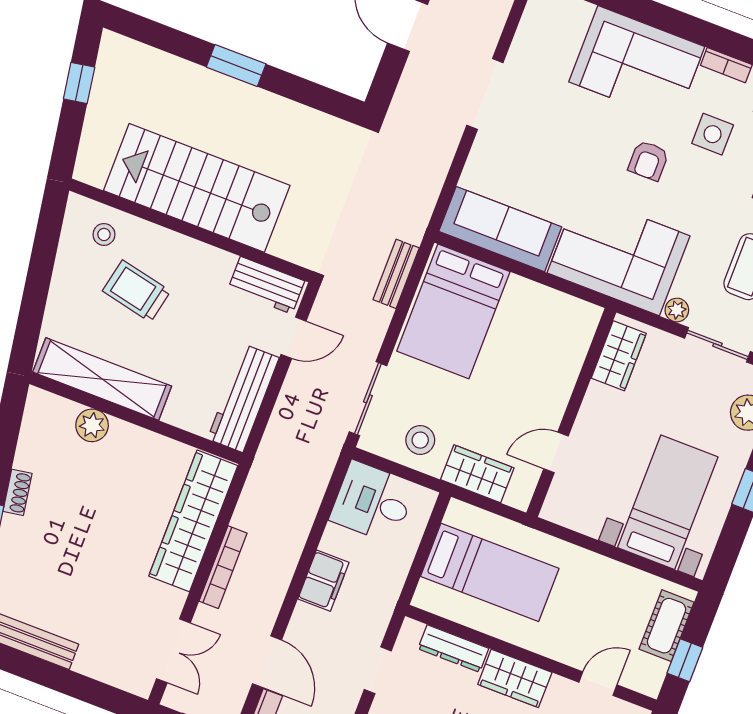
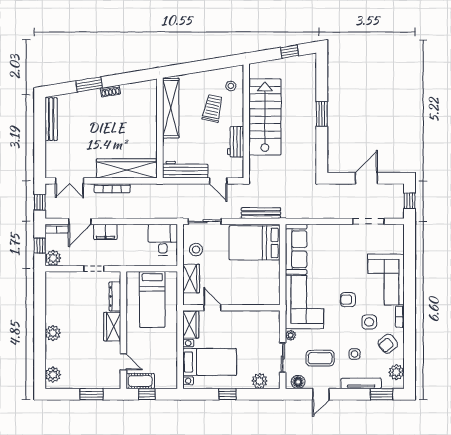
doorway: (485, 94) -> (368, 221), moved
bench: (396, 274) -> (261, 213), width x1.36
workbench: (266, 285) -> (236, 142), moved
wardrobe: (619, 356) -> (191, 325), moved, turned -90
plant: (92, 425) -> (150, 111), removed
filing cabinet: (323, 581) -> (105, 232), moved
cot: (667, 626) -> (140, 381), moved

